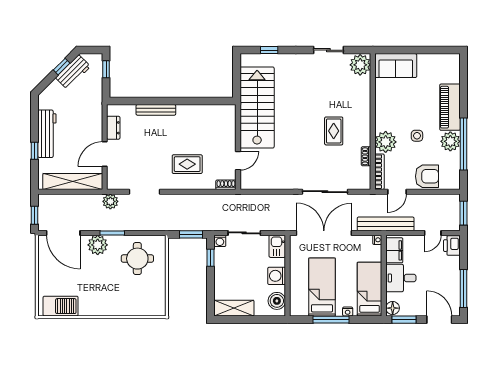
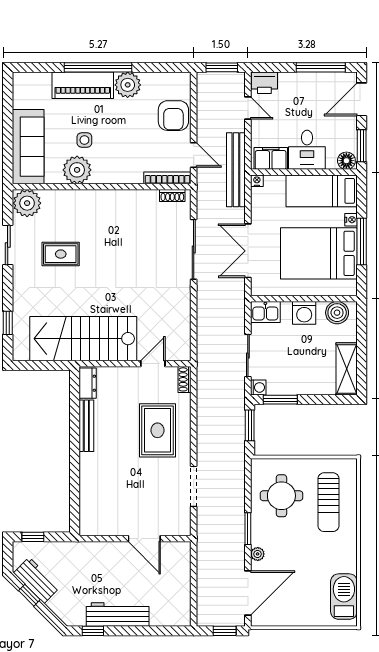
sofa: (396, 66) -> (28, 147), width x1.36
bench: (156, 110) -> (86, 426), moved
dresser: (113, 128) -> (88, 383), moved, turned 90
rug: (334, 131) -> (61, 254), moved
side table: (417, 136) -> (84, 140), moved
plant: (386, 142) -> (77, 170), moved
window: (464, 144) -> (98, 67), moved
window: (35, 151) -> (93, 631), moved
shoe rack: (366, 156) -> (172, 195), moved
door: (238, 161) -> (153, 364), hinge flipped
rug: (187, 164) -> (157, 430), width x1.36, depth x1.43
armchair: (427, 176) -> (173, 116), turned 180
shelving: (73, 181) -> (180, 581), removed
plant: (110, 201) -> (207, 531), removed
double door: (324, 233) -> (248, 251), width x0.73
plant: (98, 245) -> (258, 554), width x0.53, depth x0.53
window: (211, 258) -> (280, 400), width x1.50
bed: (322, 287) -> (319, 253), width x1.50
sun lounger: (132, 294) -> (328, 502), added

